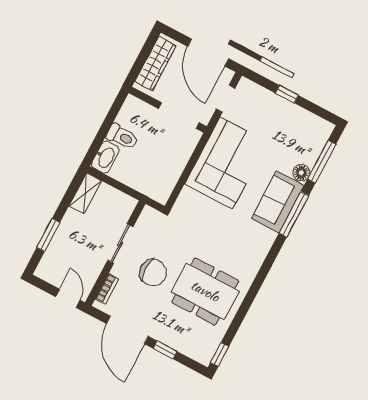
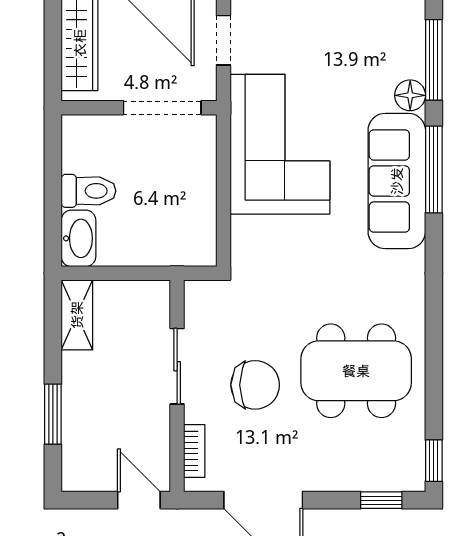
sofa: (278, 202) -> (397, 181), width x1.36
window: (165, 350) -> (381, 500), moved

